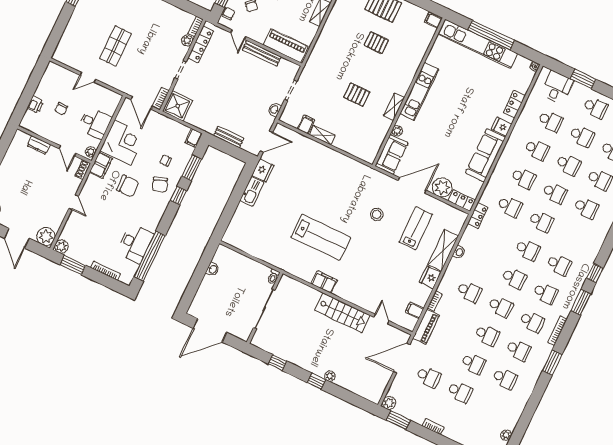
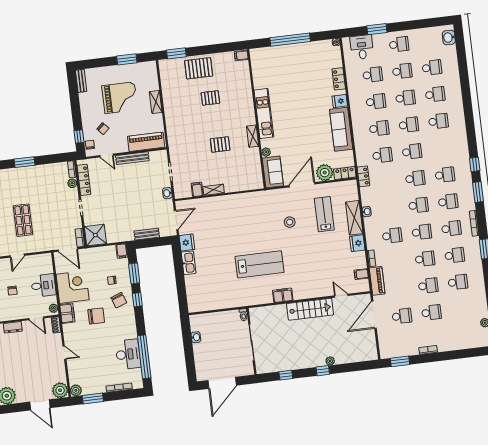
kitchen unit: (478, 44) -> (284, 52), removed
plant: (389, 403) -> (385, 353), removed

